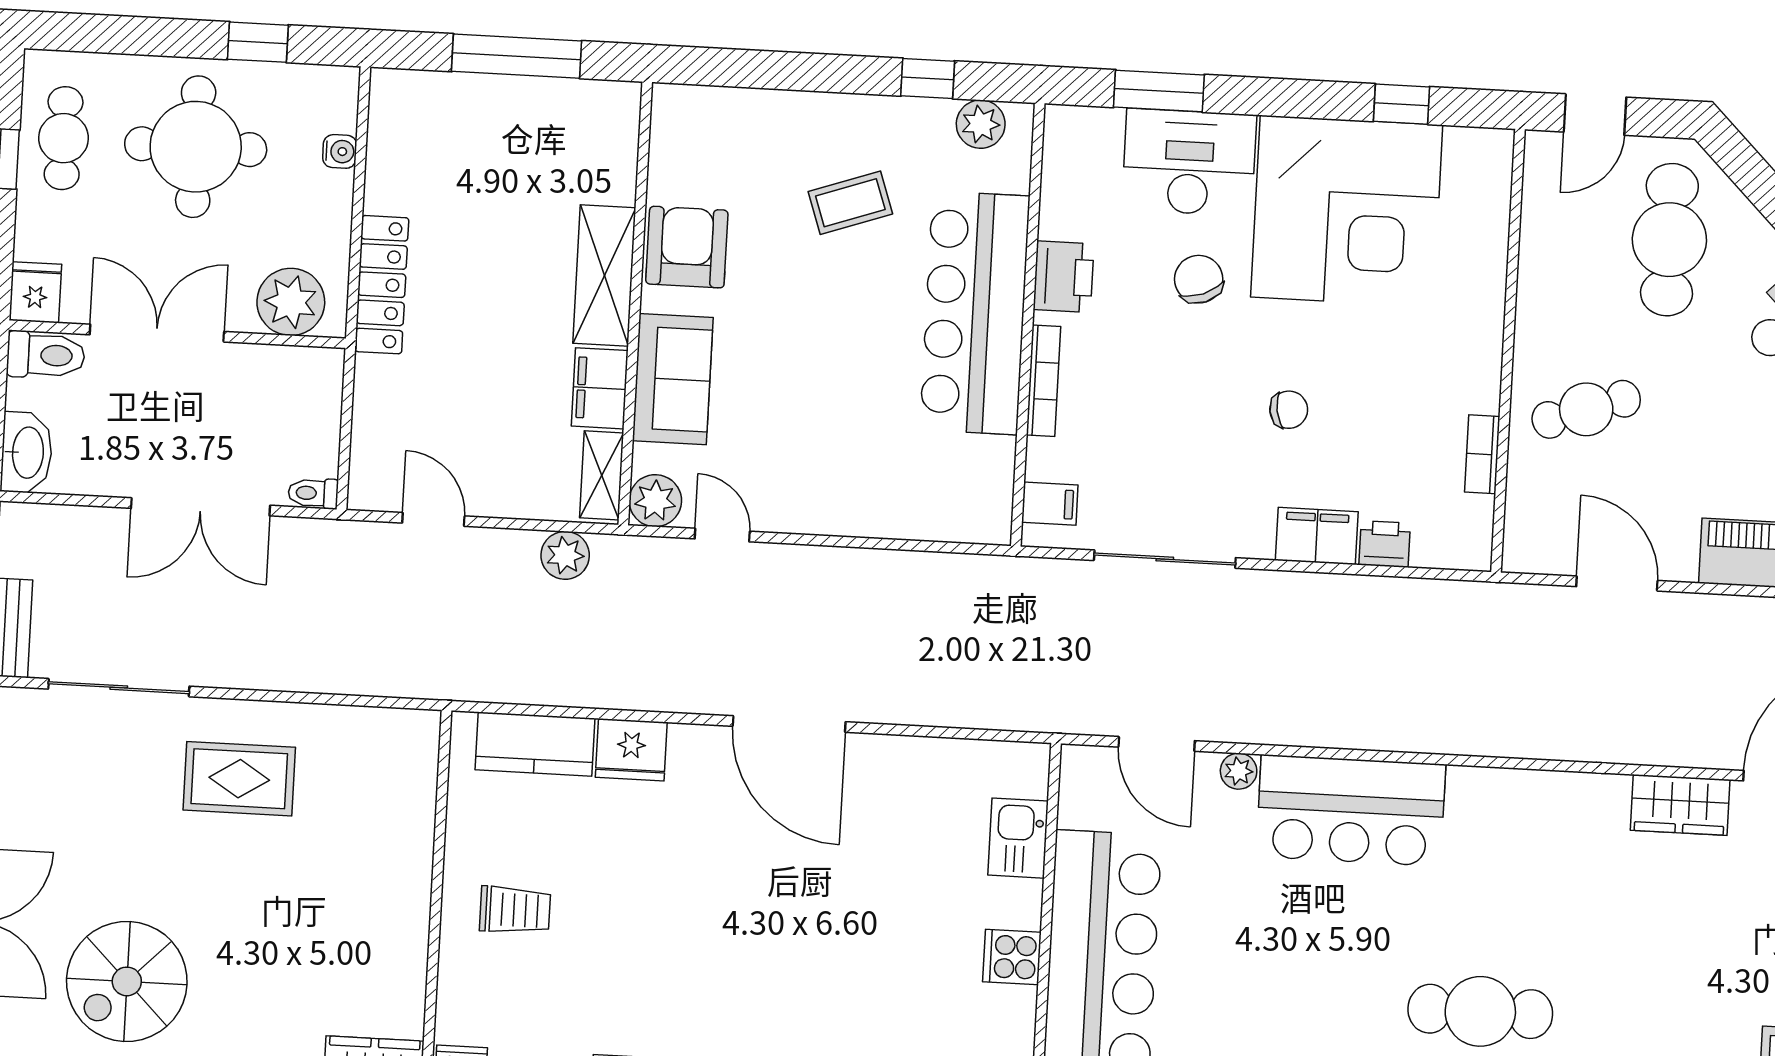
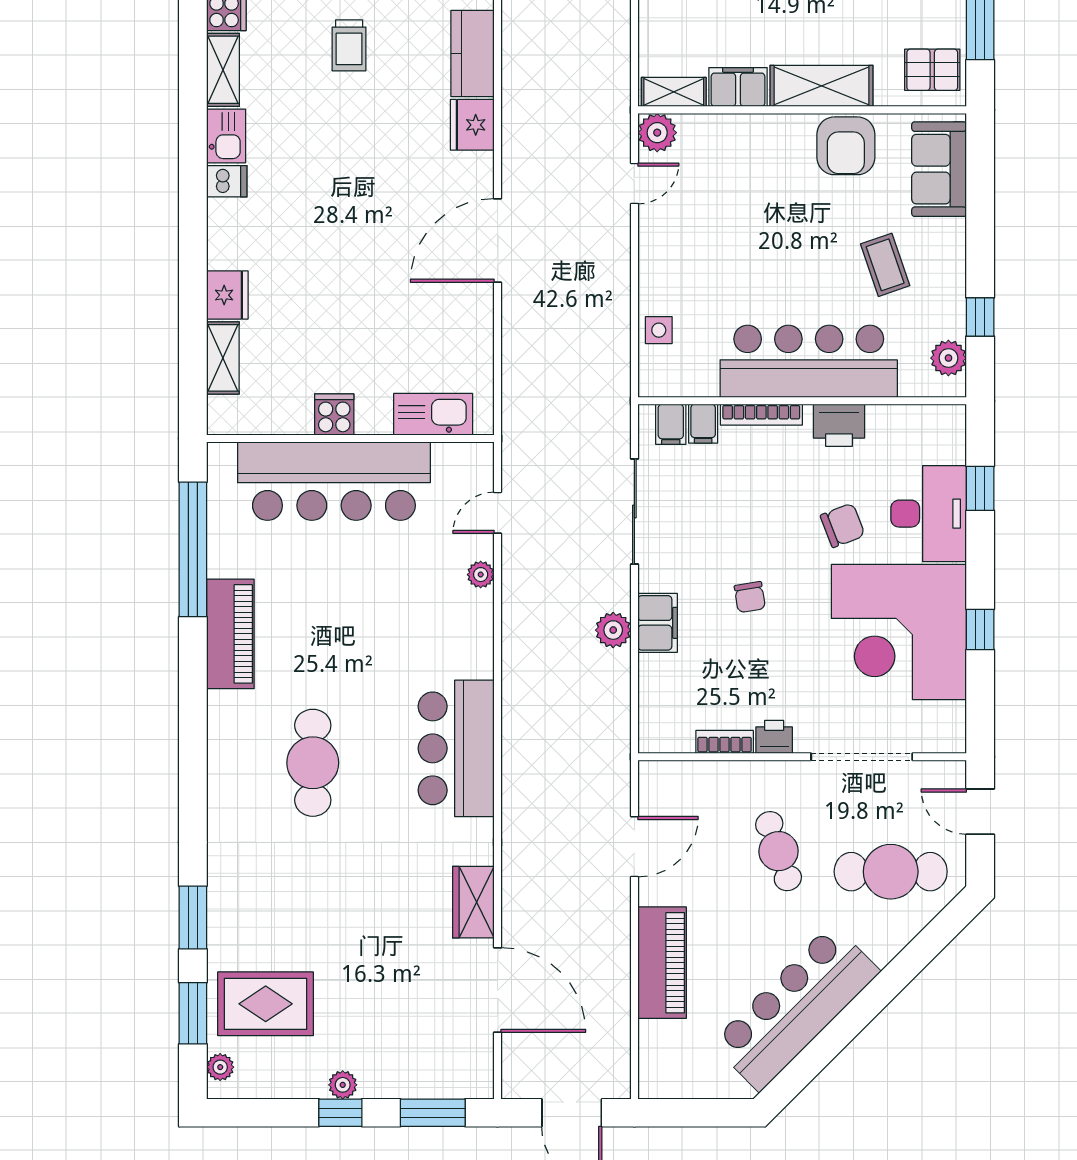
window: (1159, 91) -> (980, 488), width x0.67
window: (1401, 104) -> (980, 629), moved
pallet: (591, 125) -> (932, 70), added
armchair: (687, 247) -> (846, 146), turned 90
doorway: (1512, 270) -> (862, 757), added
sofa: (673, 379) -> (939, 169), moved, turned 90
cafe table: (1586, 409) -> (779, 851), moved
filing cabinet: (1051, 460) -> (703, 424), added
side table: (922, 513) -> (659, 330), added
printer: (1385, 544) -> (774, 737), moved, turned -90
plant: (565, 555) -> (613, 630), moved
door: (1157, 744) -> (498, 513), width x0.73
bar counter: (1351, 810) -> (456, 748), moved
kitchen sink: (1018, 838) -> (433, 414), width x1.38

